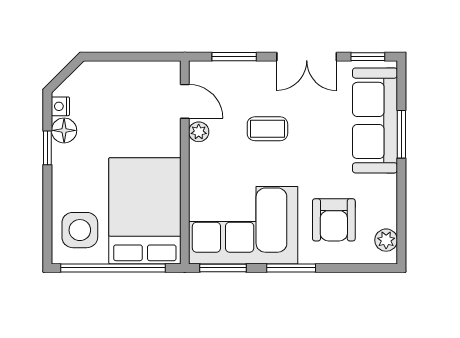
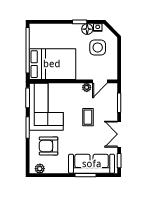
side table: (80, 230) -> (98, 47), moved

